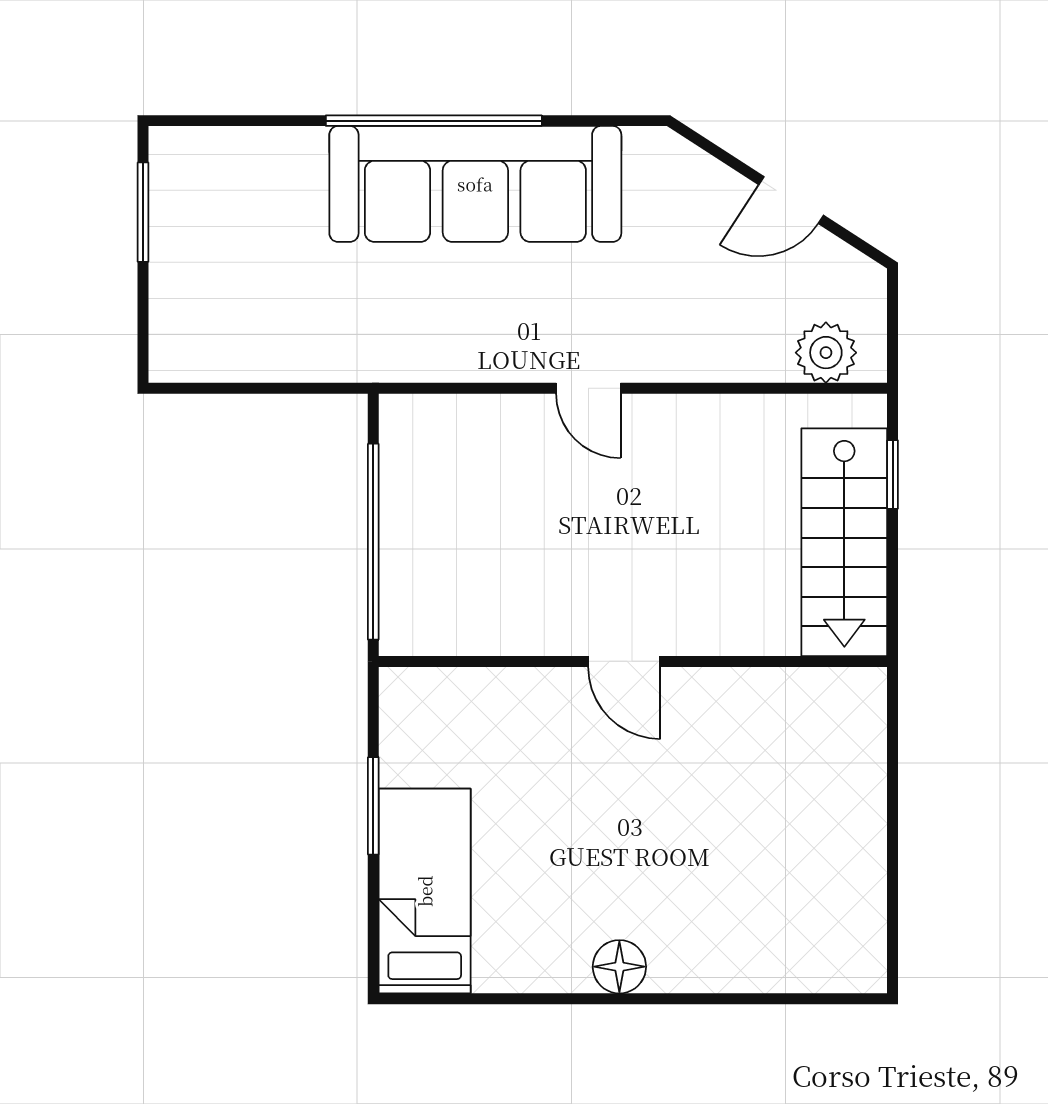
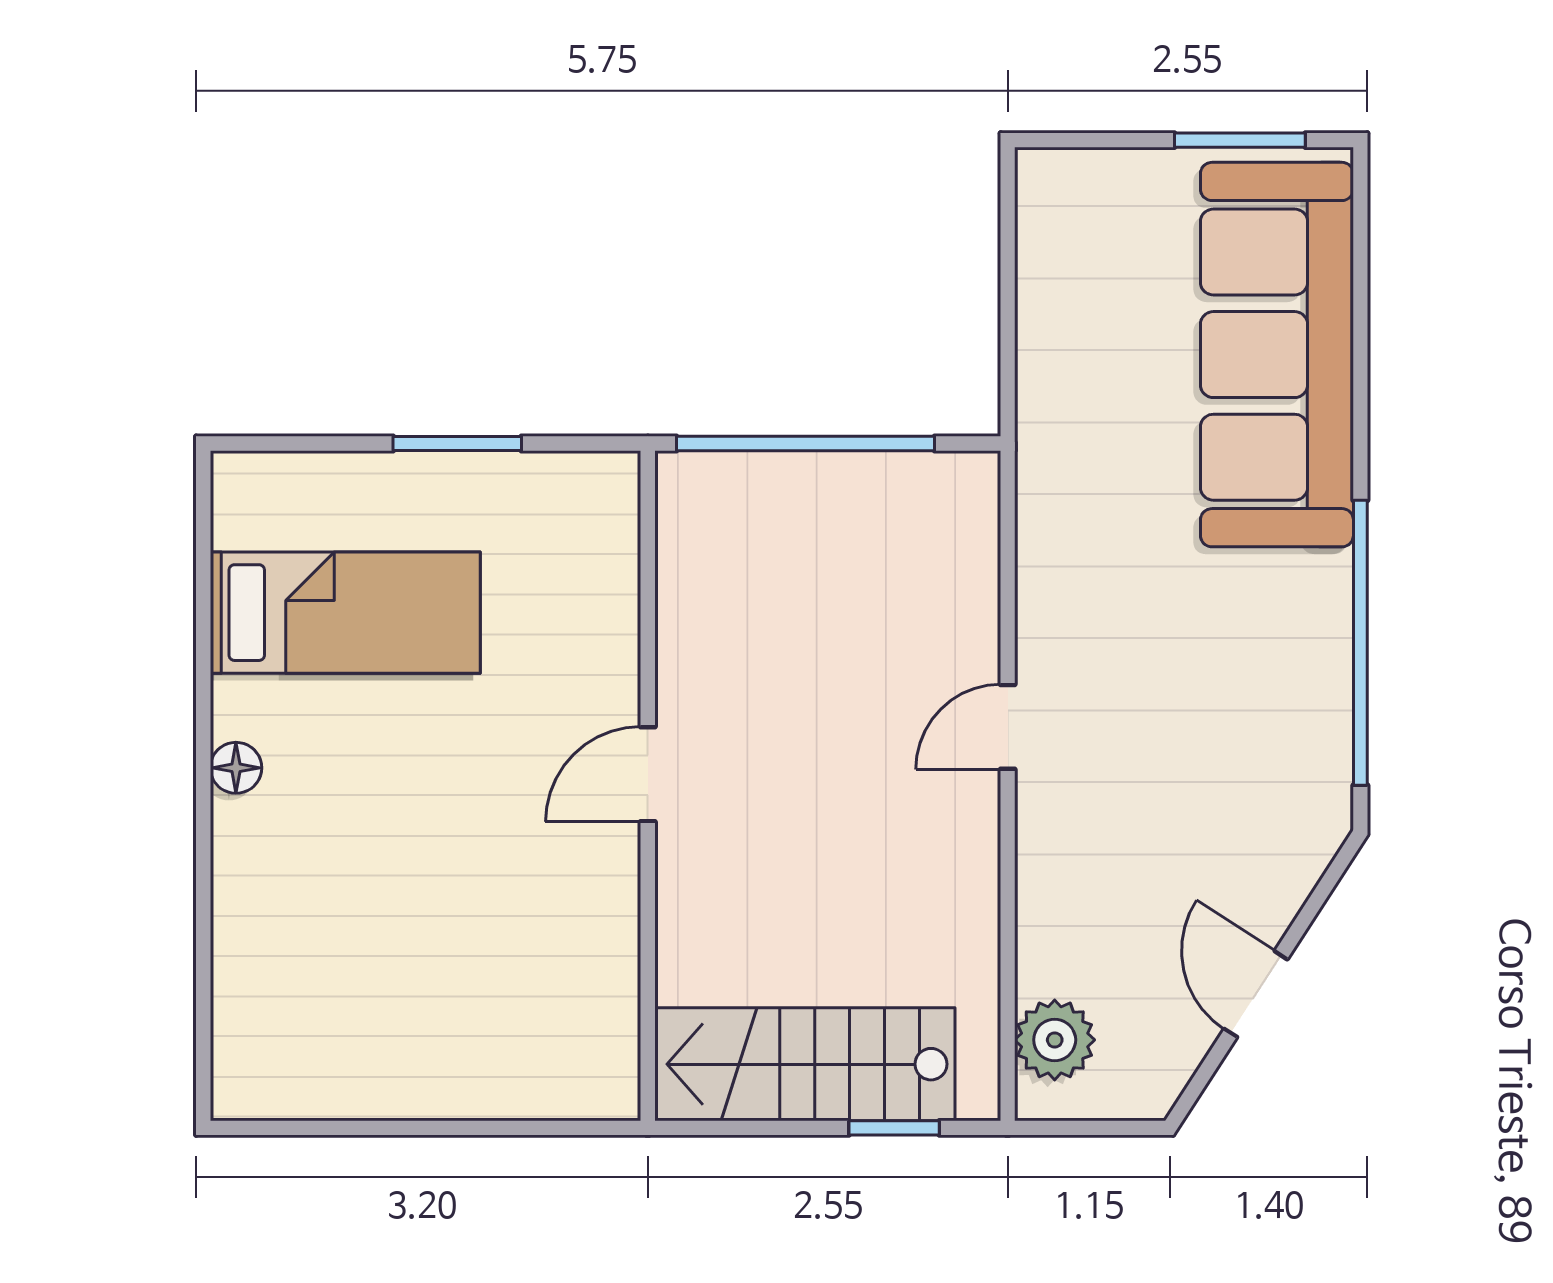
window: (434, 121) -> (1360, 643), moved
sofa: (475, 184) -> (1277, 355), moved
bed: (425, 891) -> (345, 613), moved
floor lamp: (619, 967) -> (236, 768), width x0.73, depth x0.73

